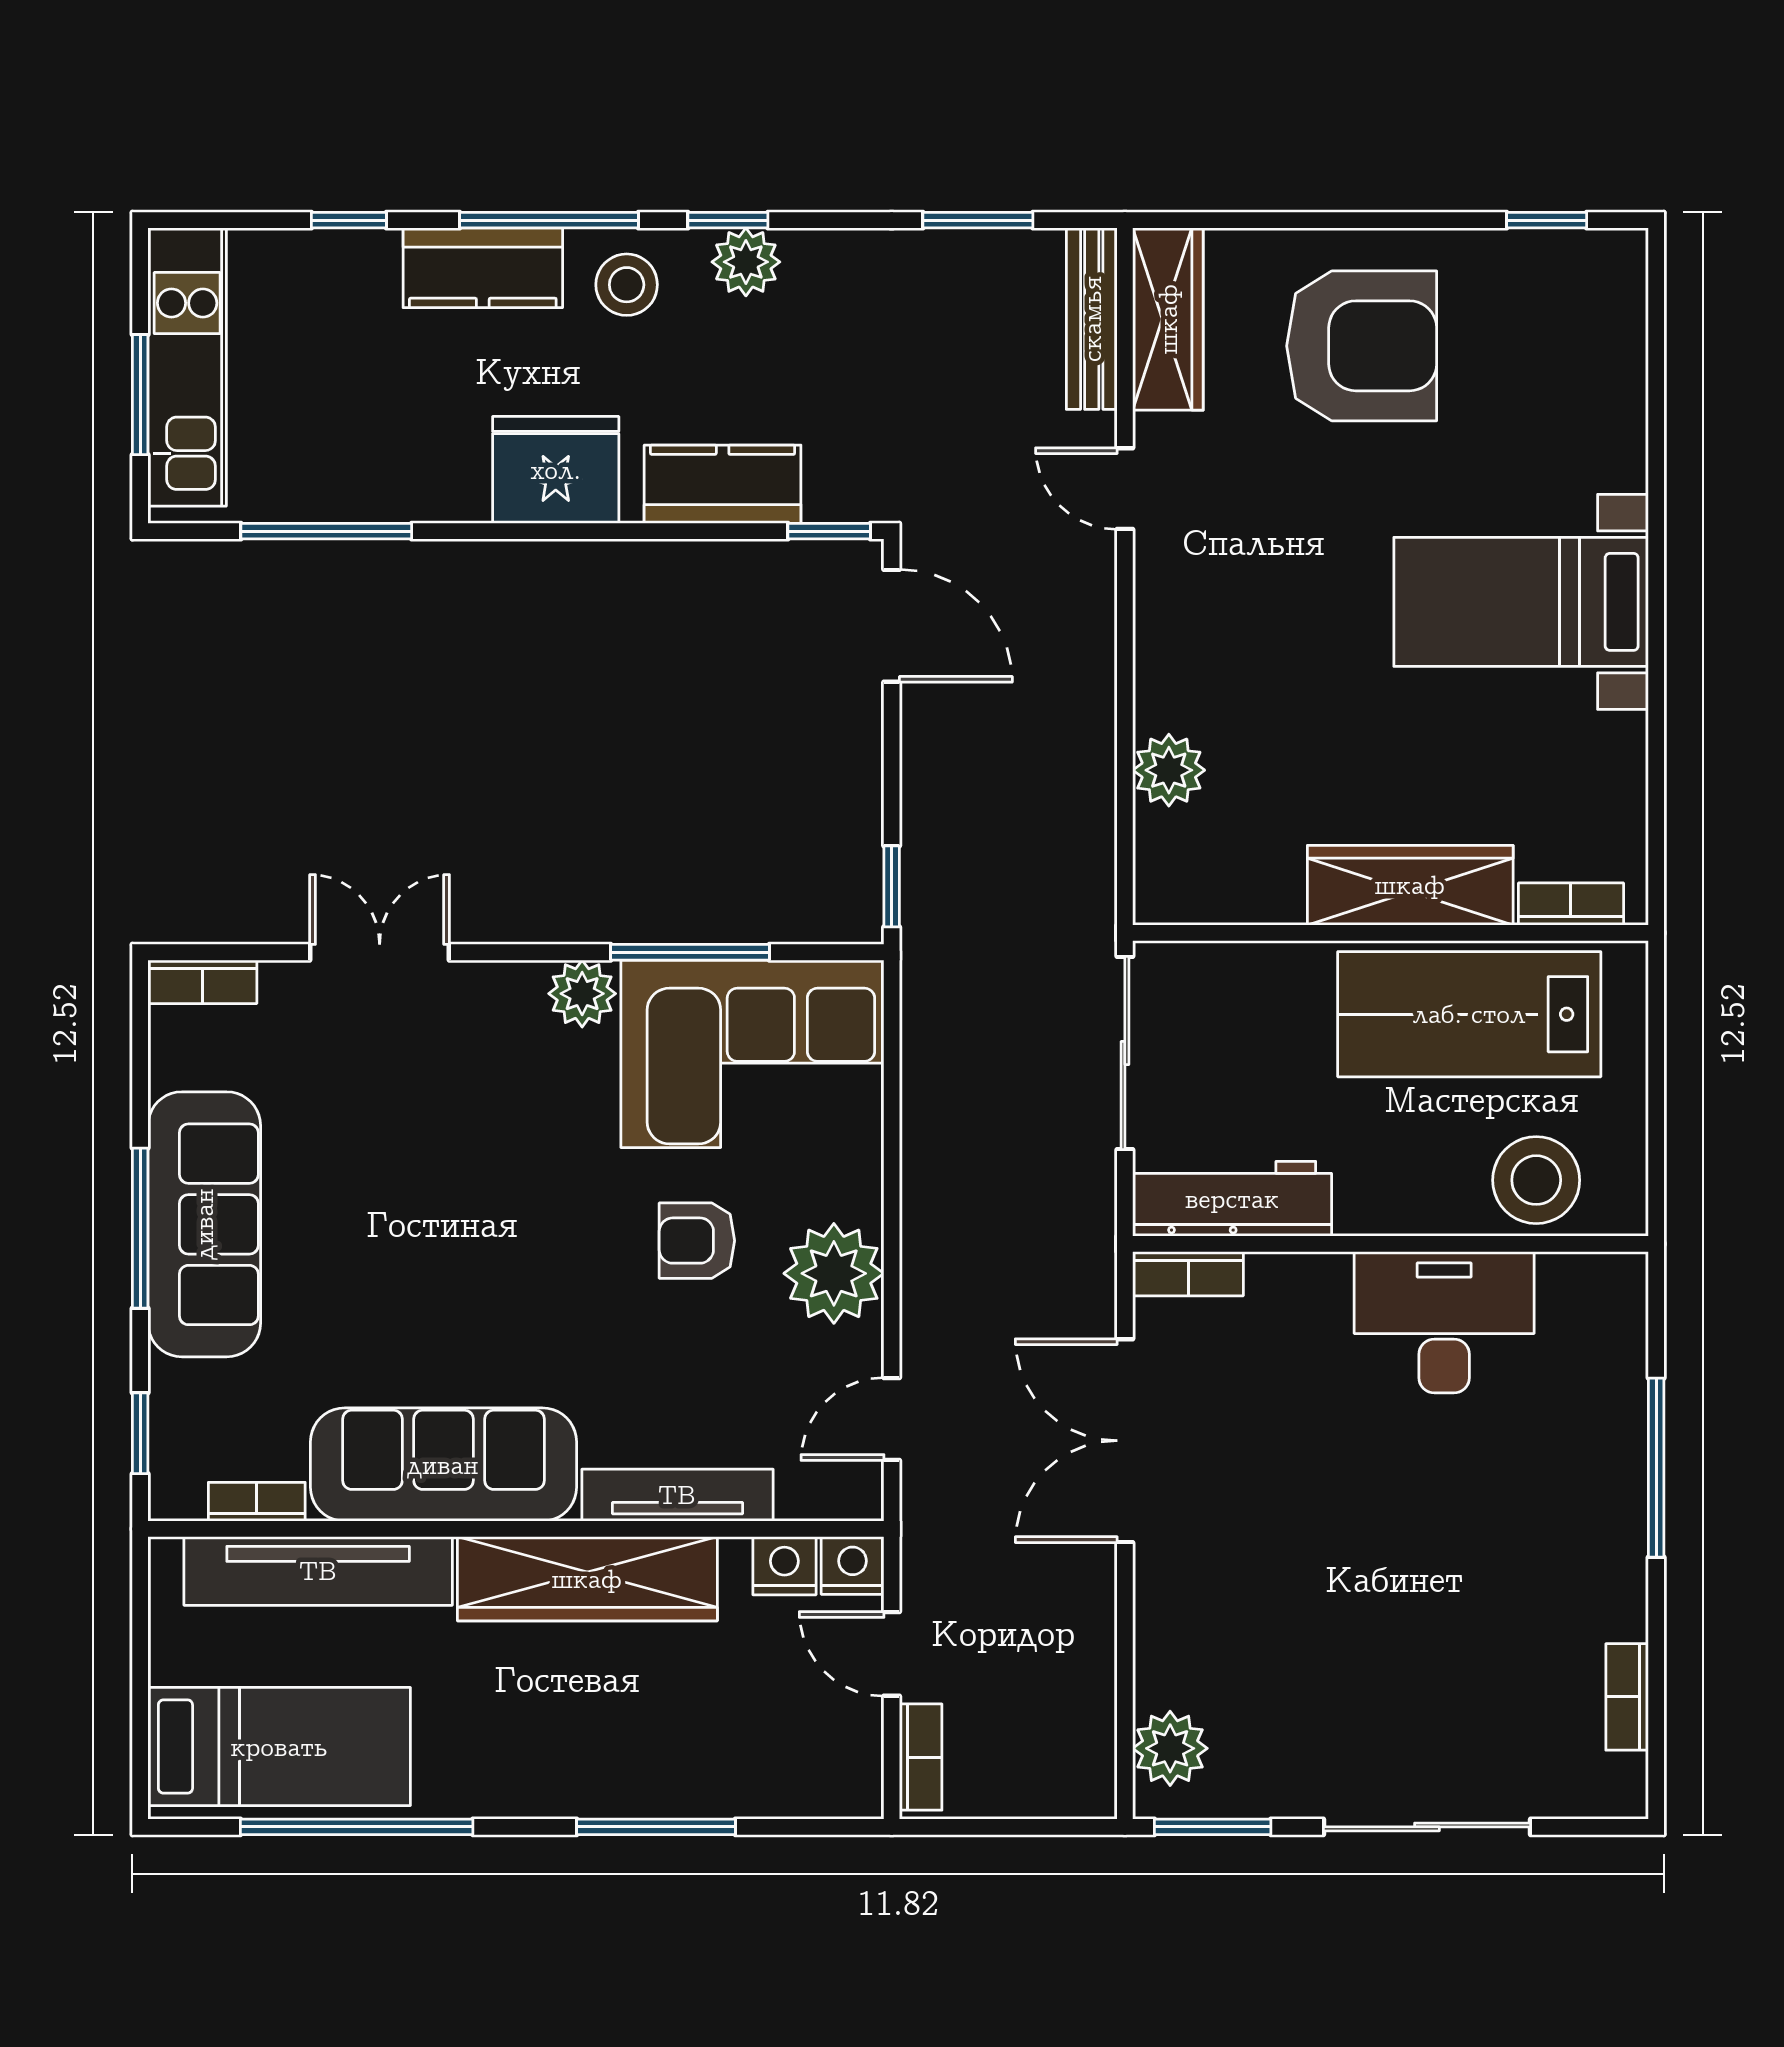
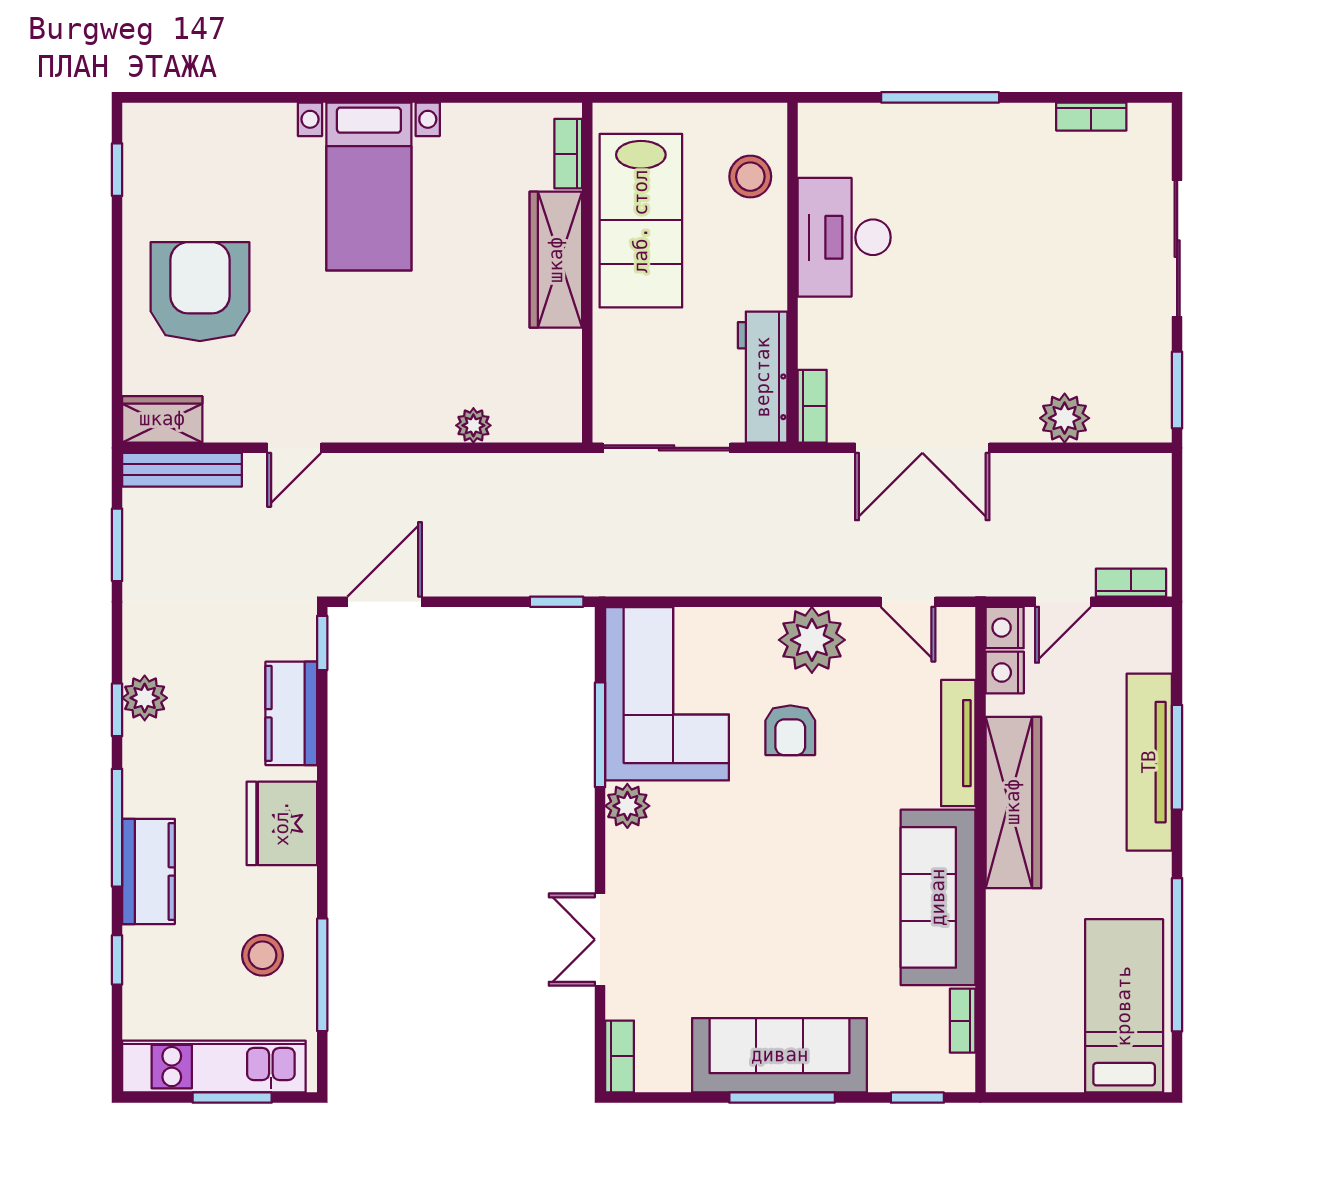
stool: (627, 285) -> (263, 955), moved
wardrobe: (1168, 319) -> (162, 419), width x0.67
plant: (1169, 770) -> (473, 425), width x0.73, depth x0.73
stool: (1536, 1180) -> (750, 177), width x0.73, depth x0.73
tv unit: (318, 1571) -> (1149, 762), moved, turned 180
plant: (1170, 1748) -> (1065, 418), moved

